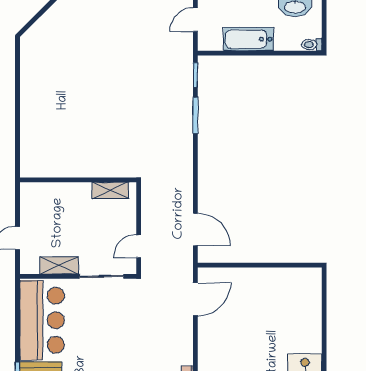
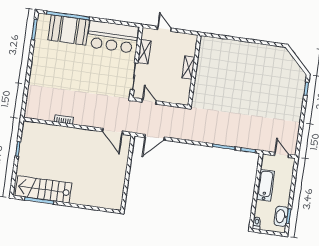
shelving: (110, 190) -> (188, 67), moved

